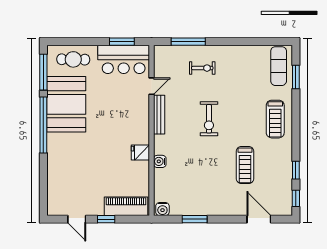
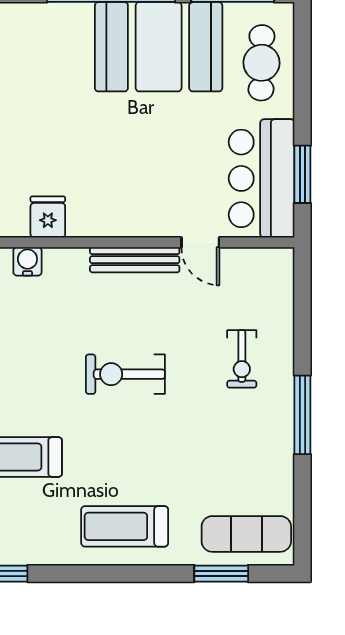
window: (188, 42) -> (302, 415), moved

